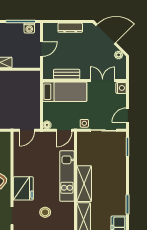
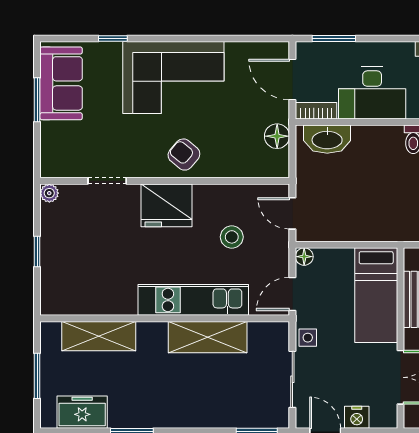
nightstand: (121, 88) -> (357, 417), moved
door: (64, 130) -> (292, 294), hinge flipped
shelving: (84, 184) -> (208, 337), moved
stool: (45, 212) -> (232, 237), moved

